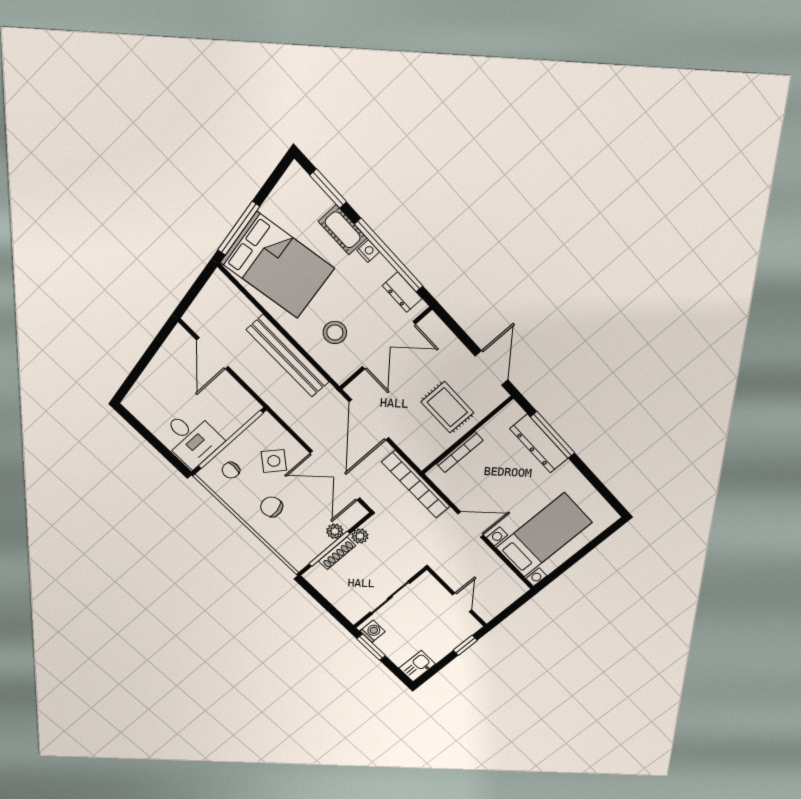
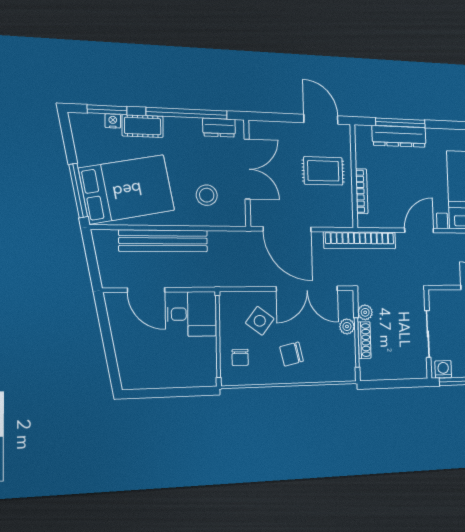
nightstand: (368, 251) -> (113, 121), moved
bench: (288, 356) -> (163, 241), moved
desk: (191, 438) -> (192, 314), moved

